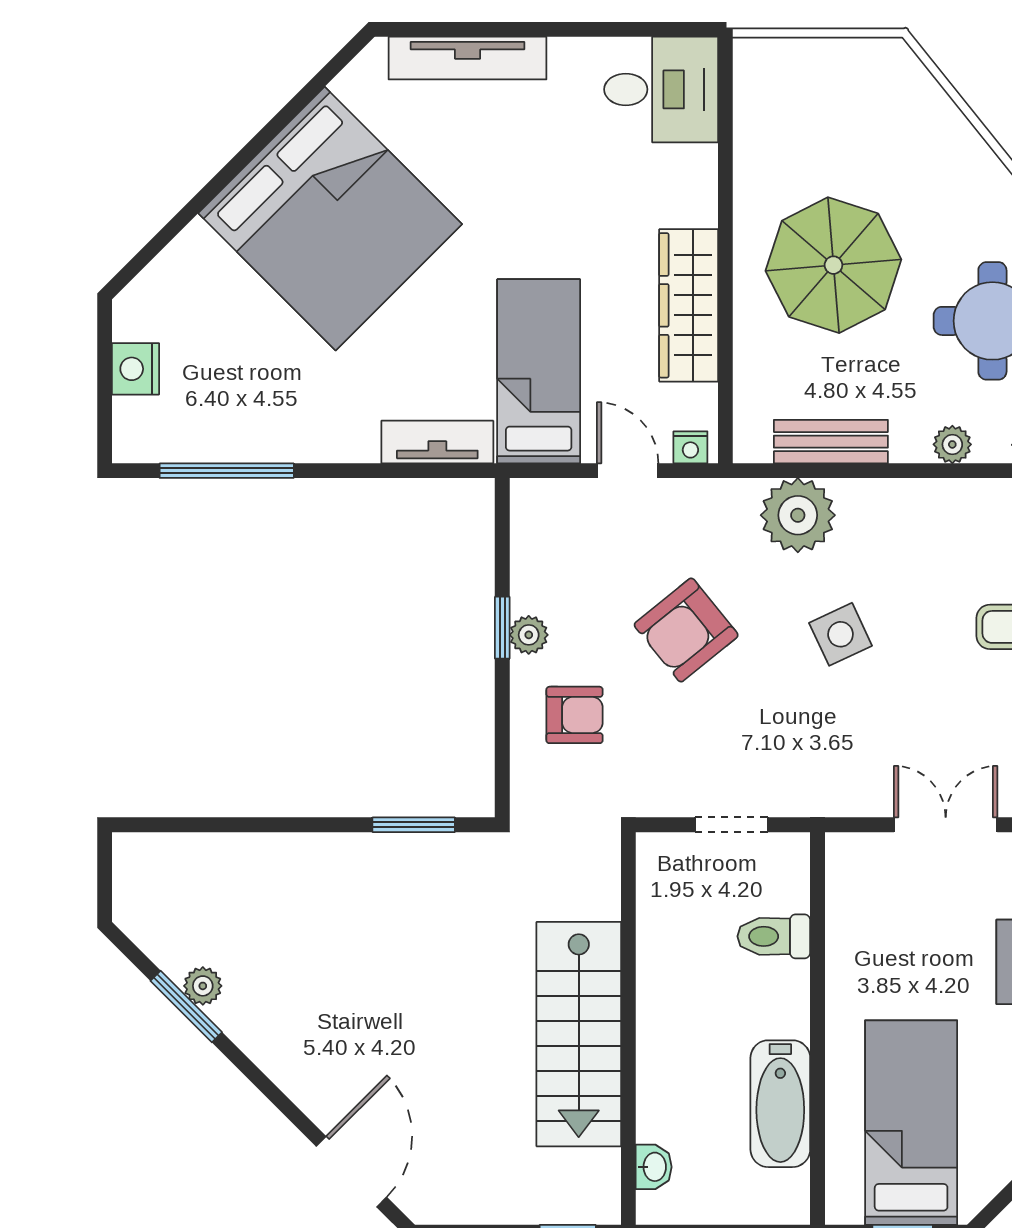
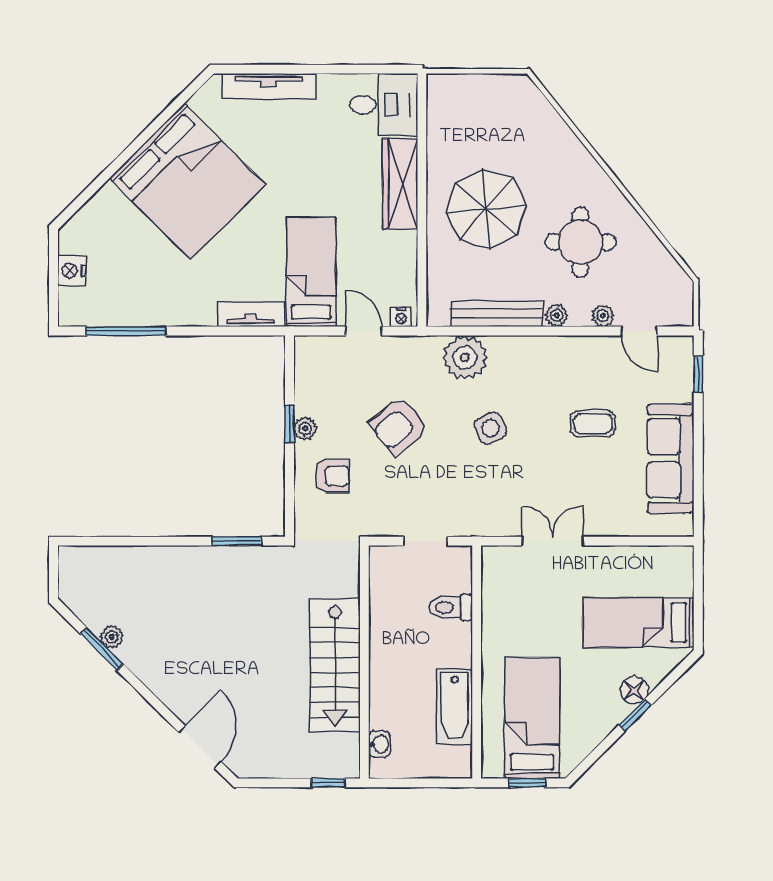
wardrobe: (689, 305) -> (400, 184), moved
bench: (831, 442) -> (497, 314), width x1.36

